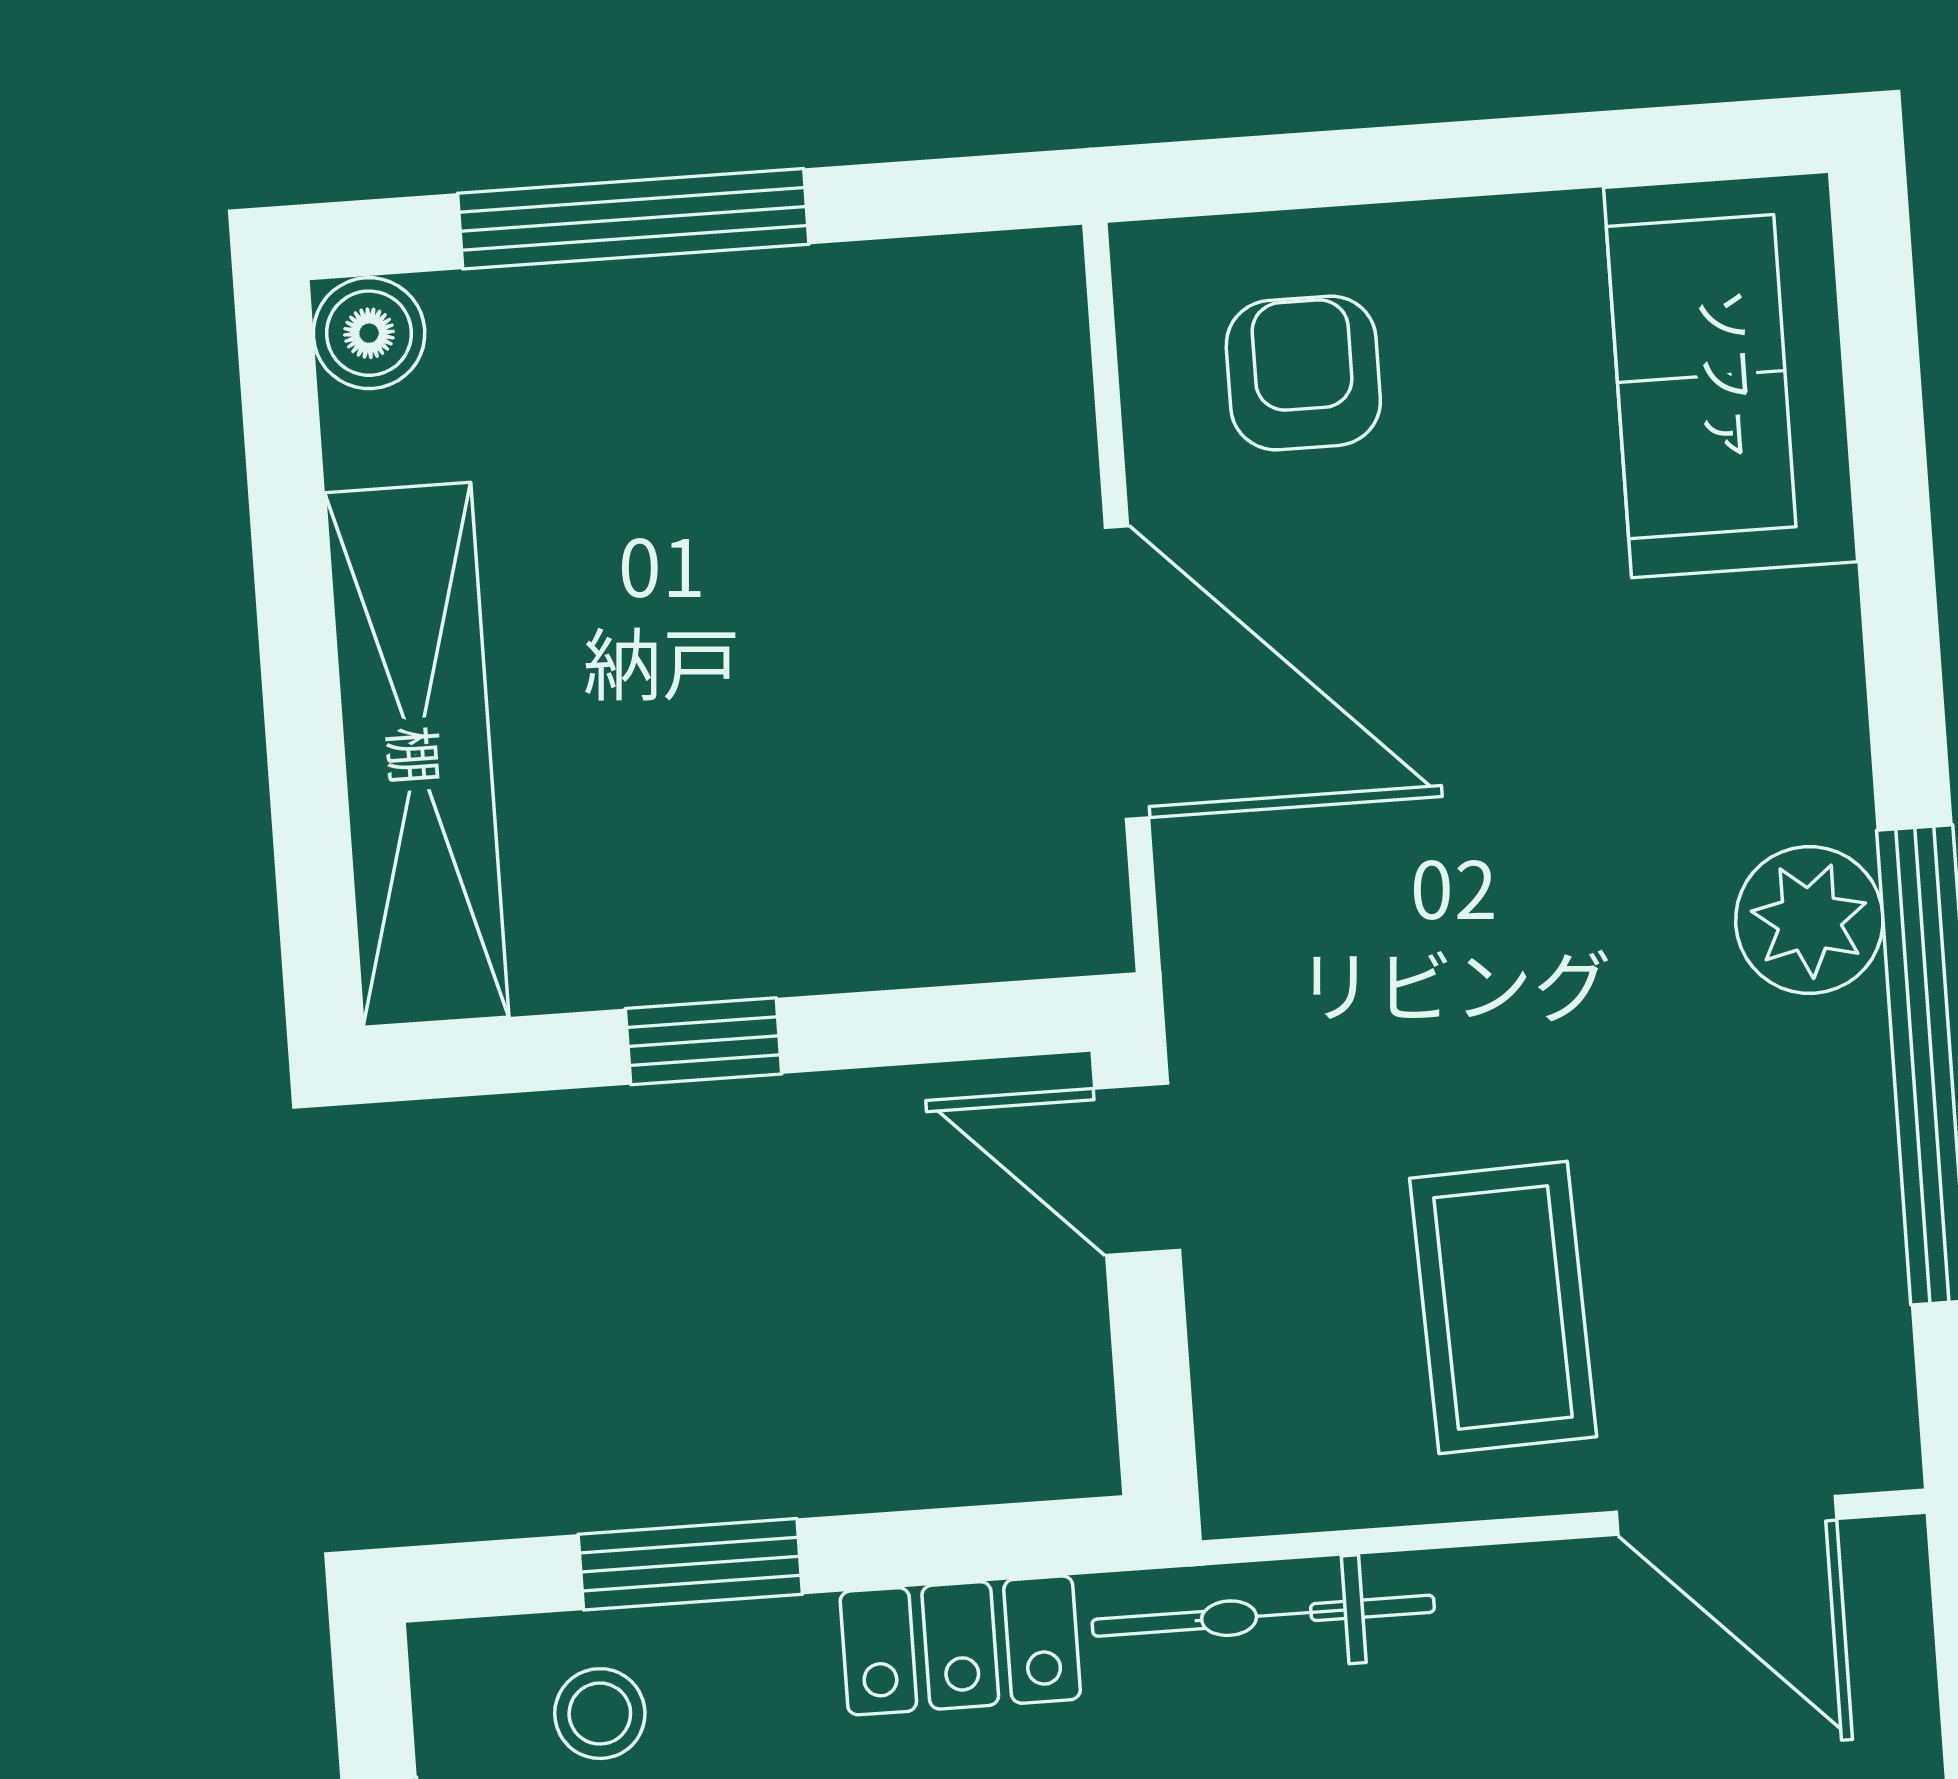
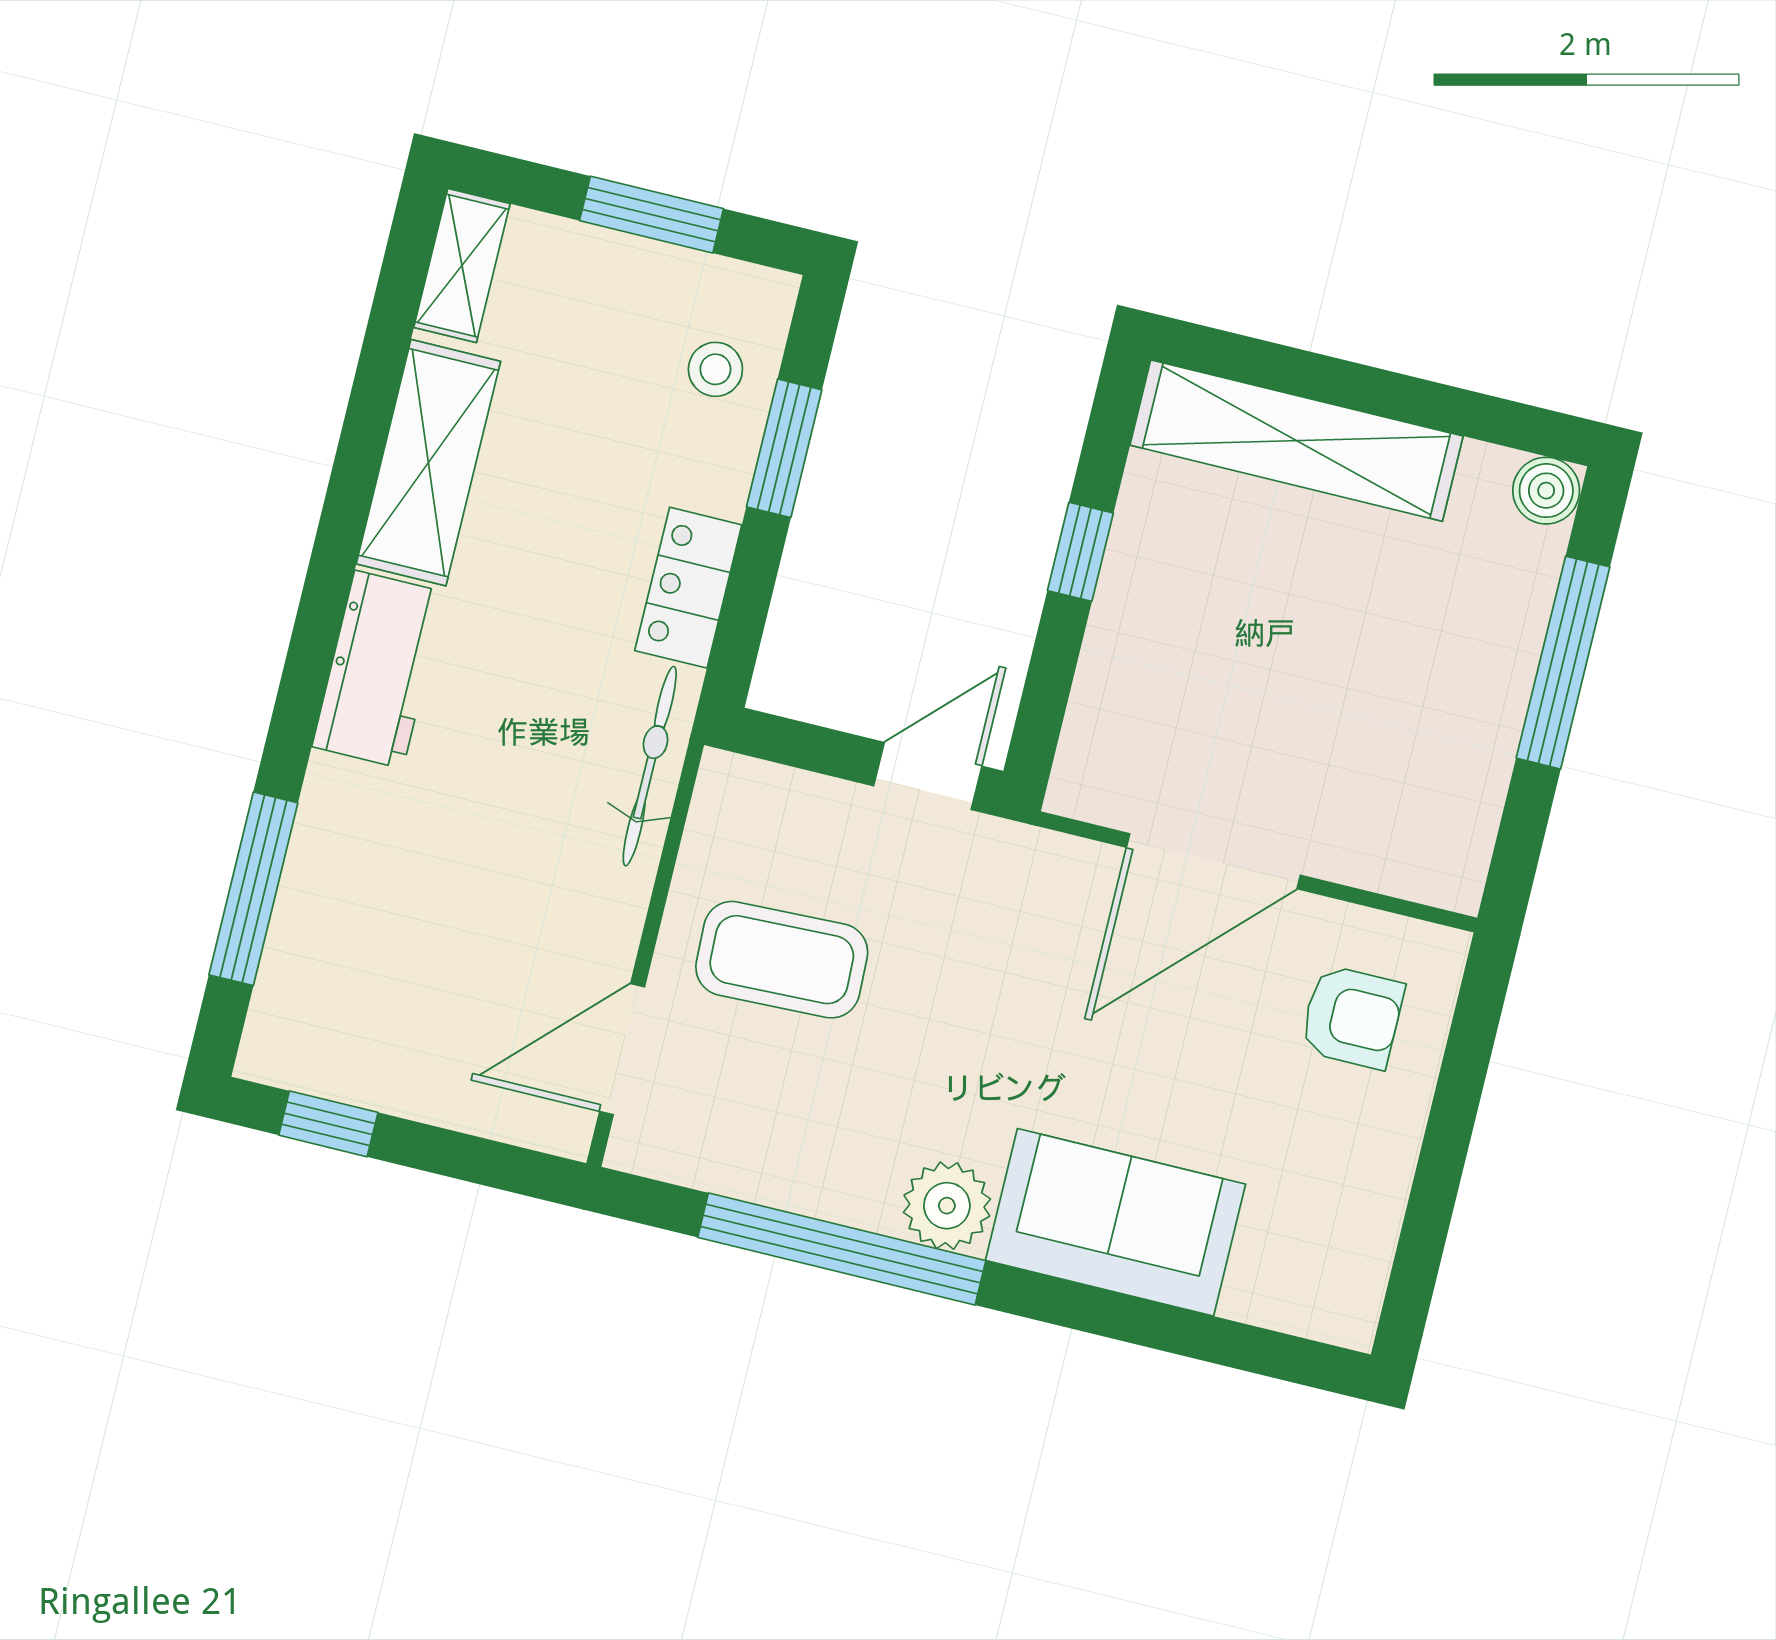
sofa: (1731, 375) -> (1115, 1222), moved

